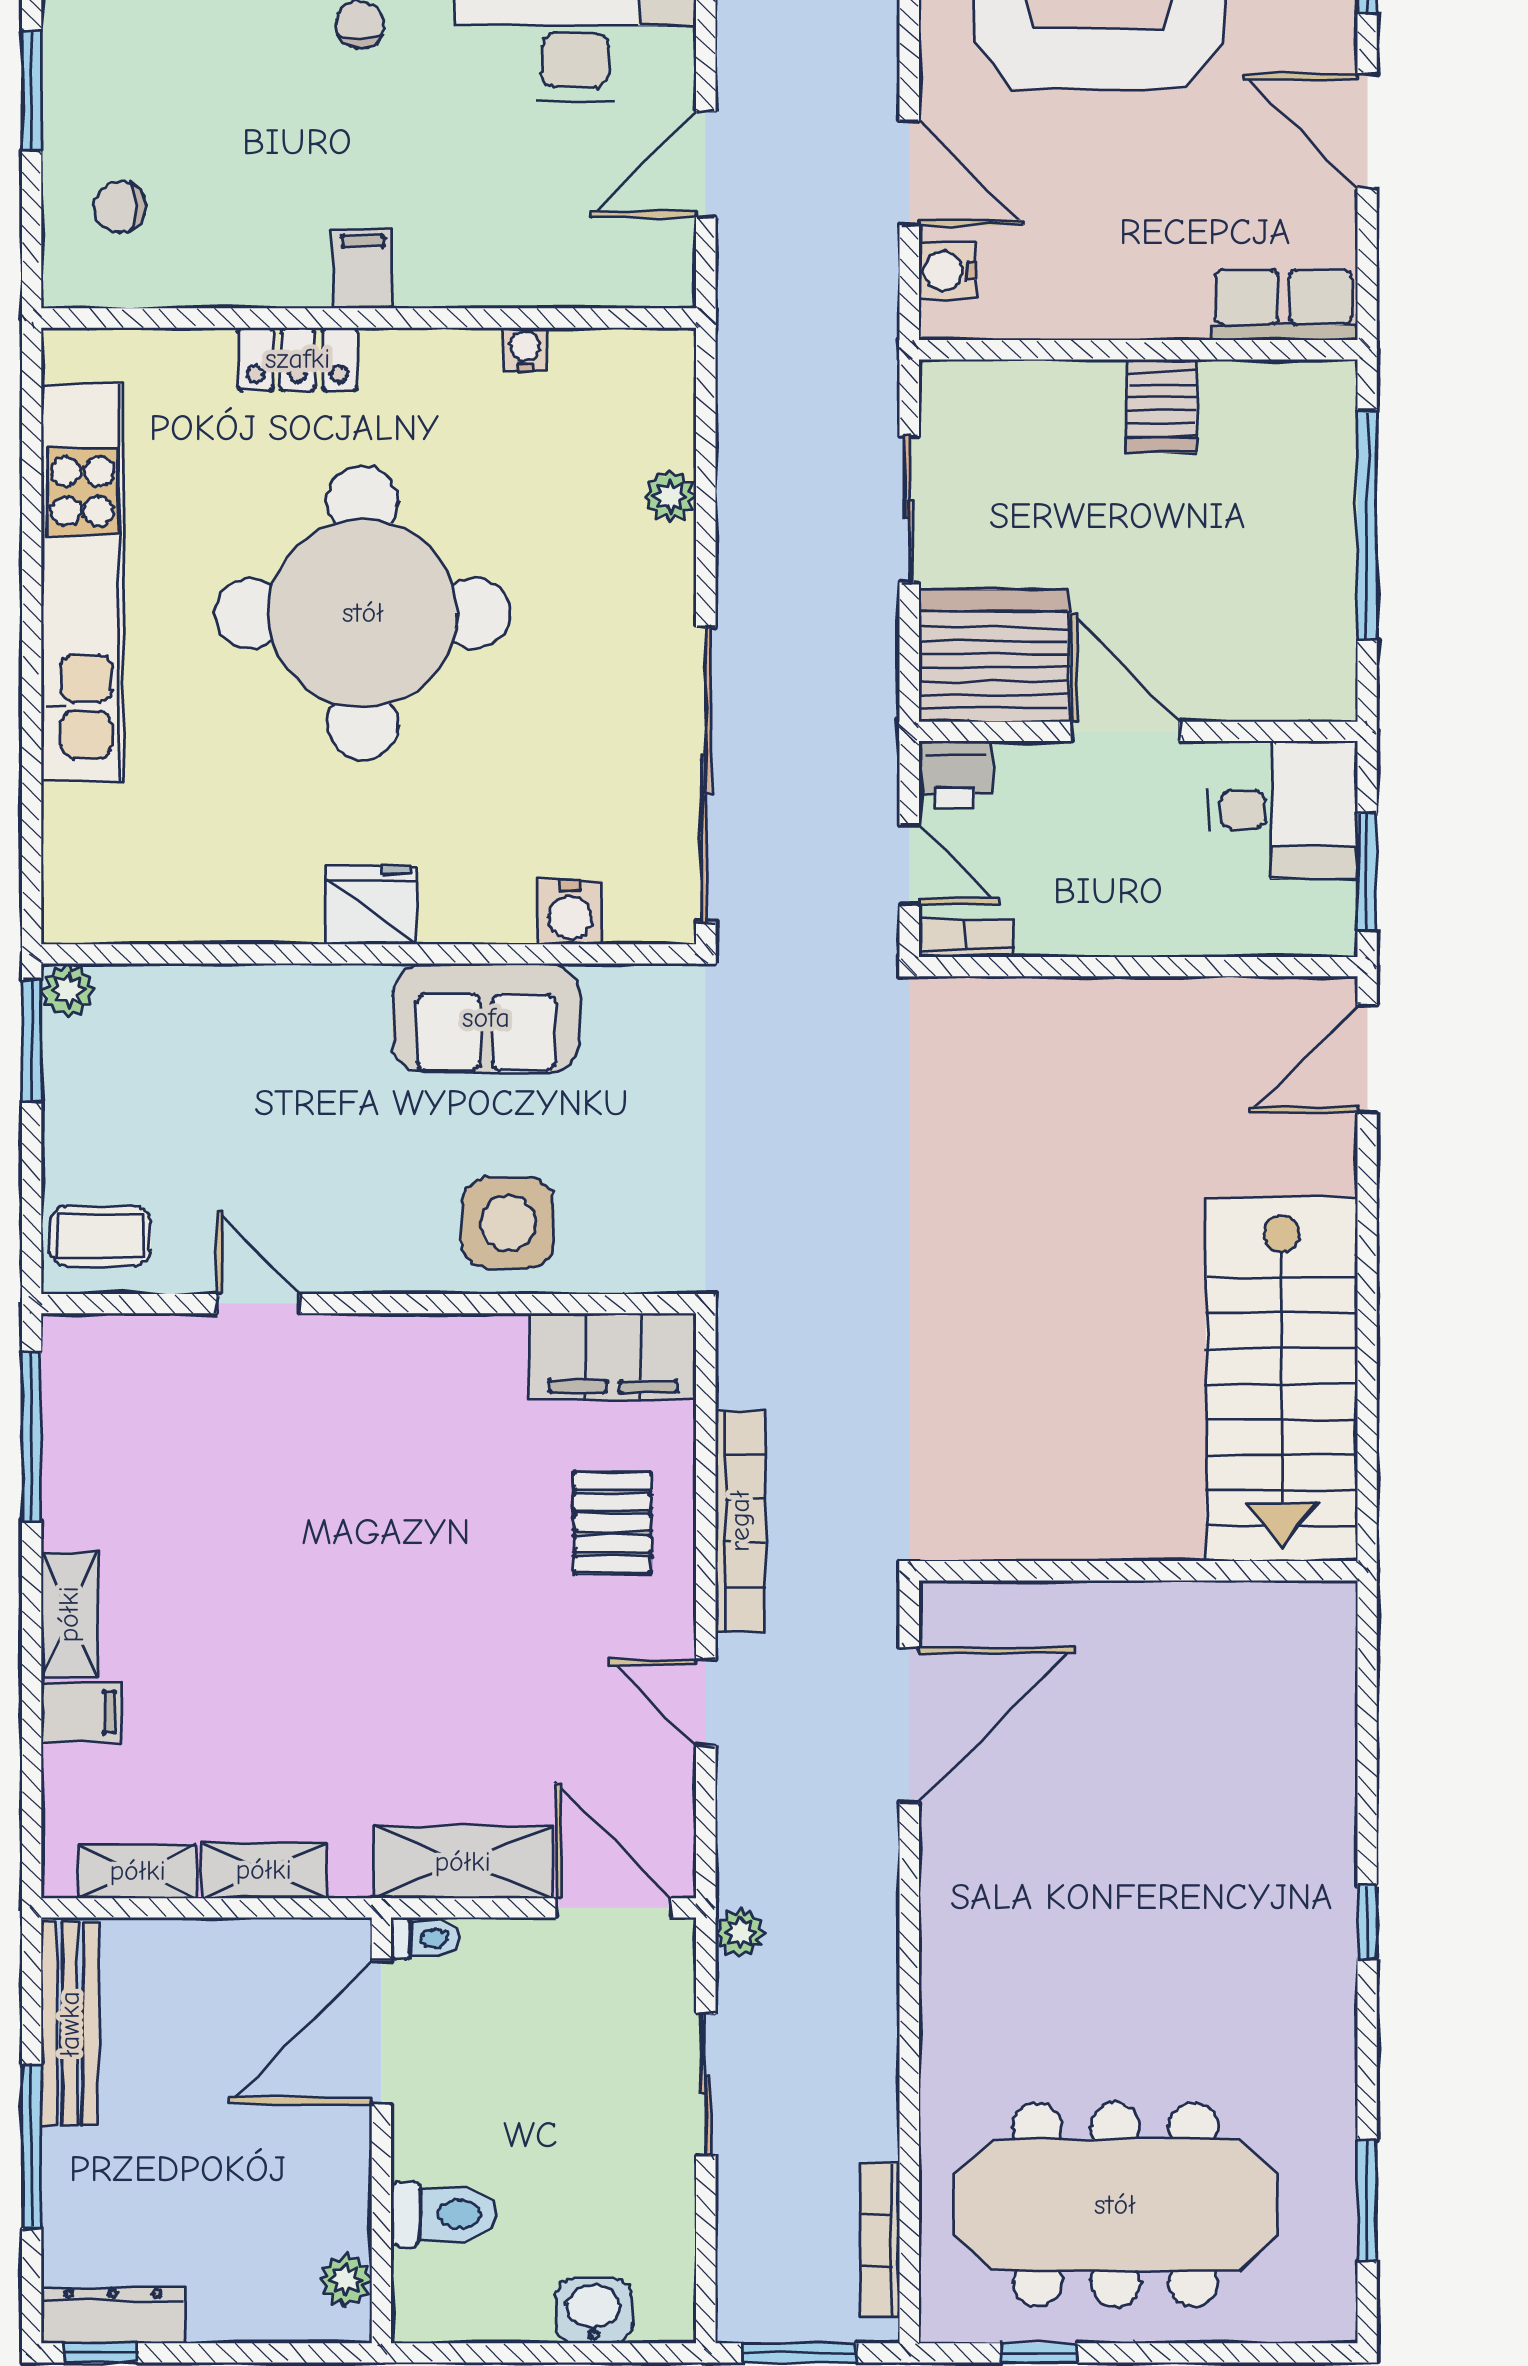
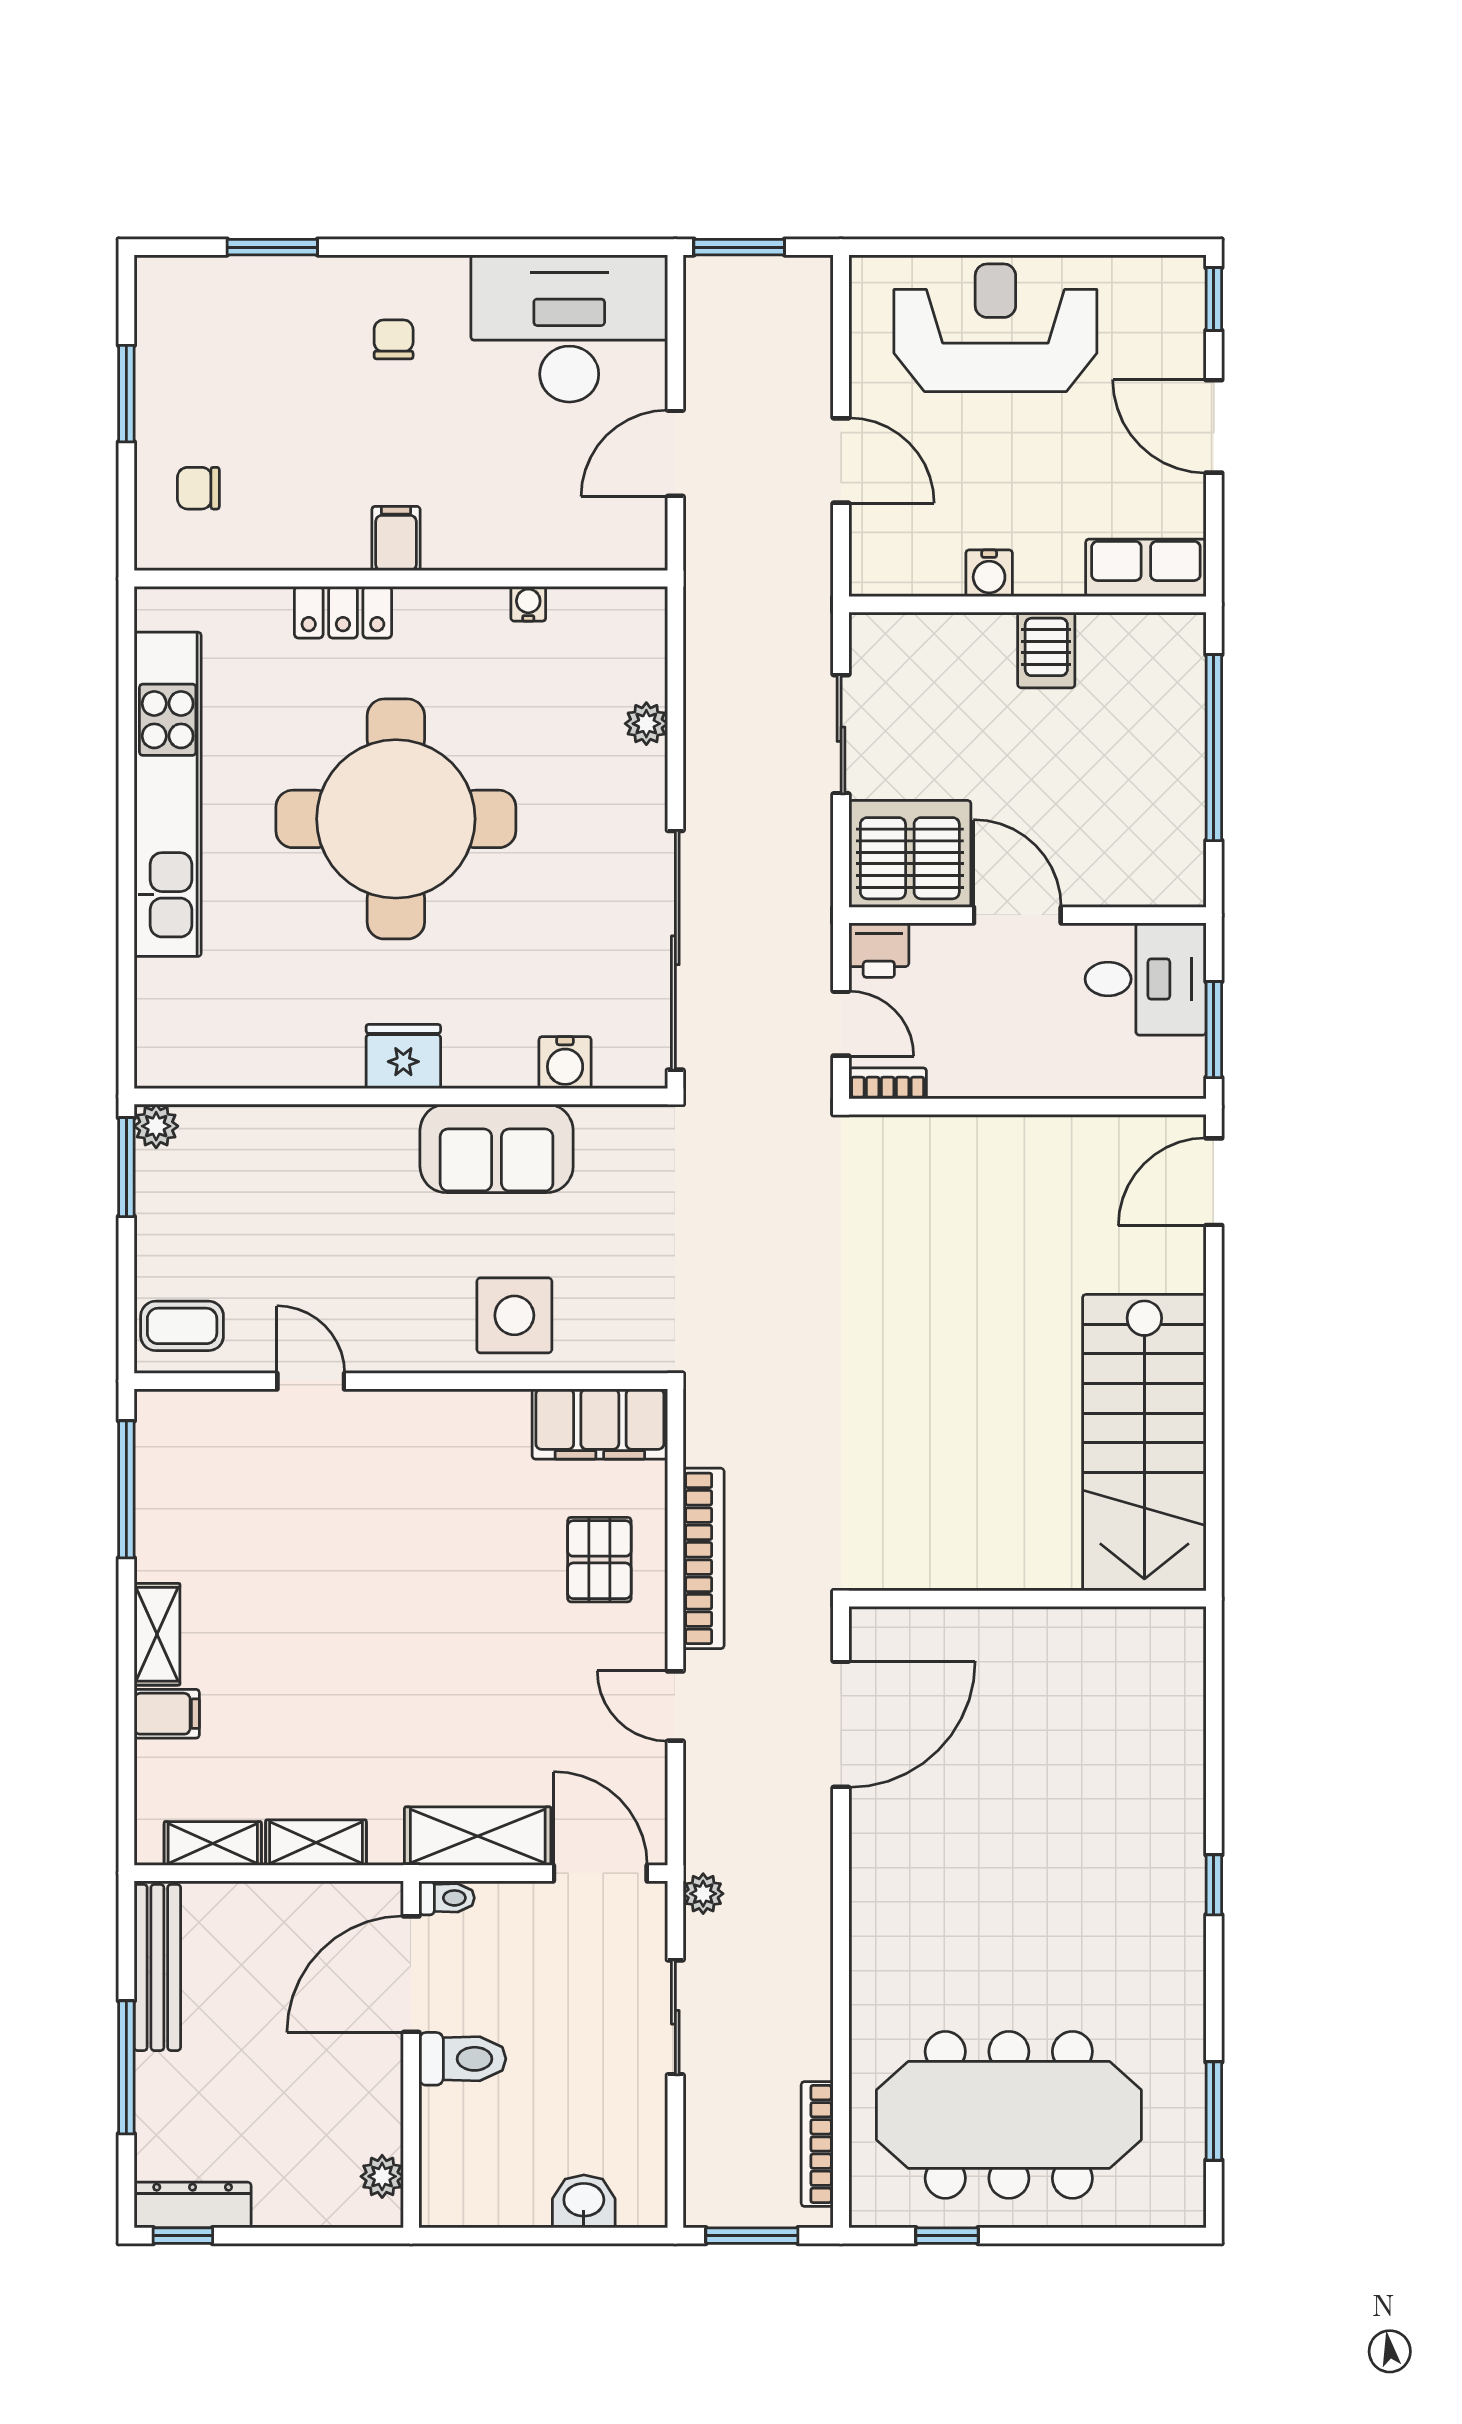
water cooler: (947, 271) -> (989, 573), moved, turned -90
toilet: (444, 2214) -> (462, 2059), moved

